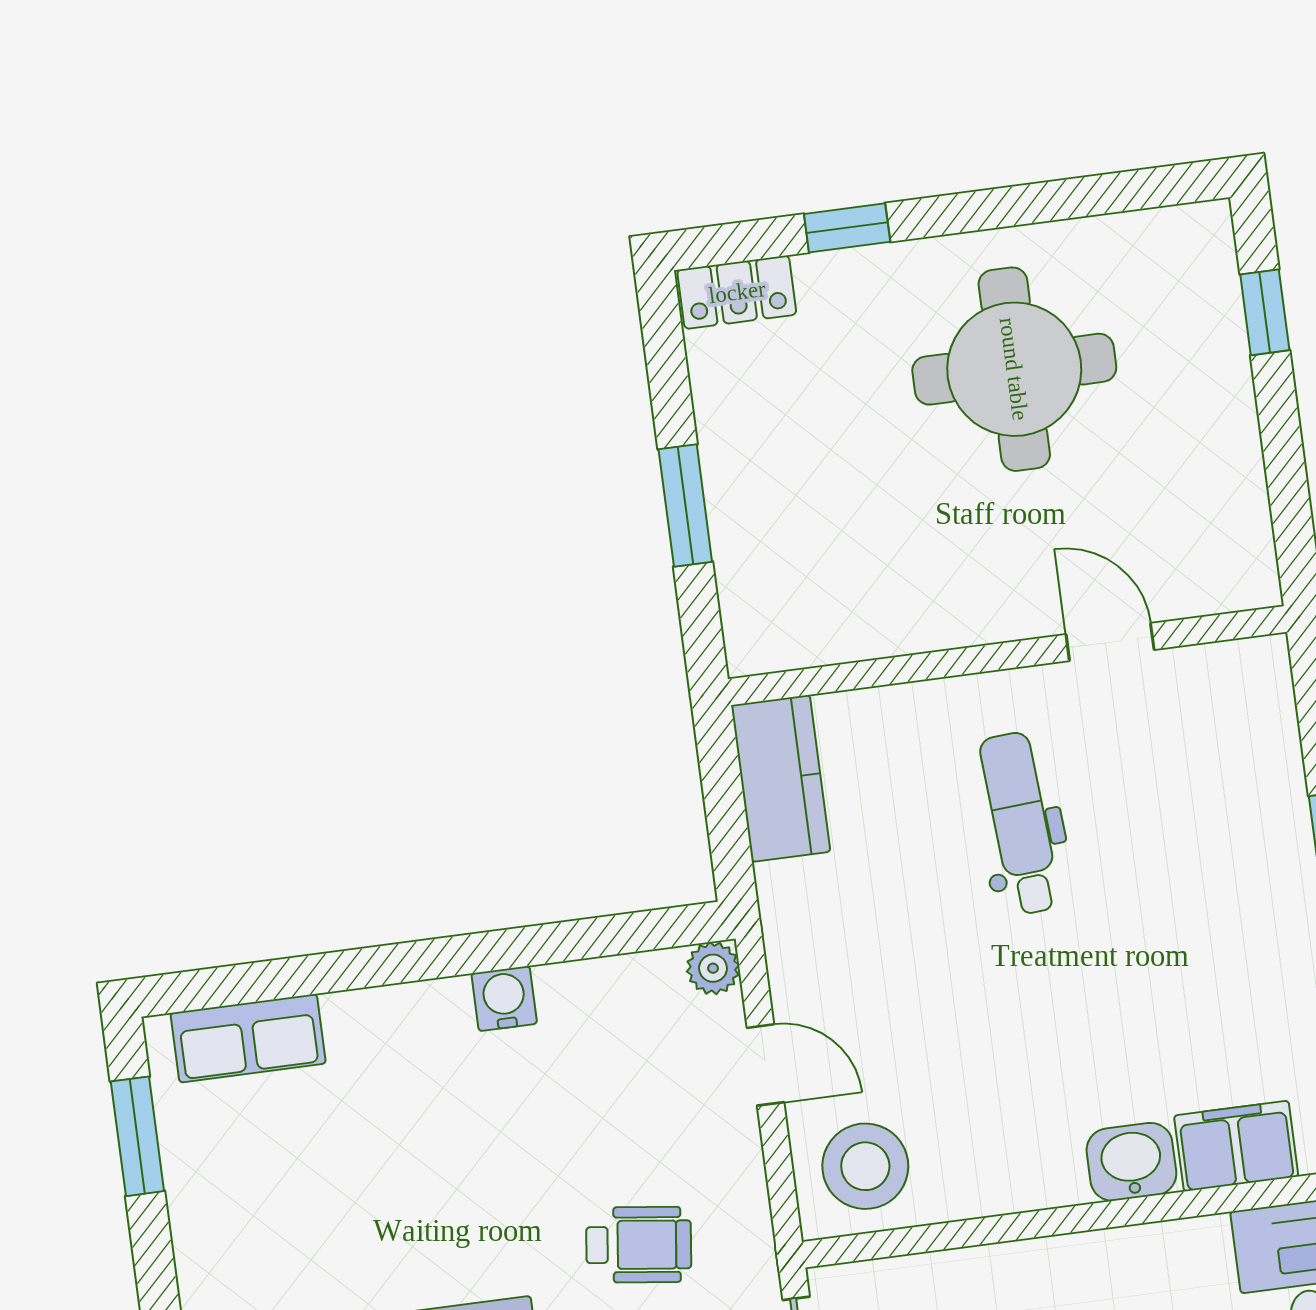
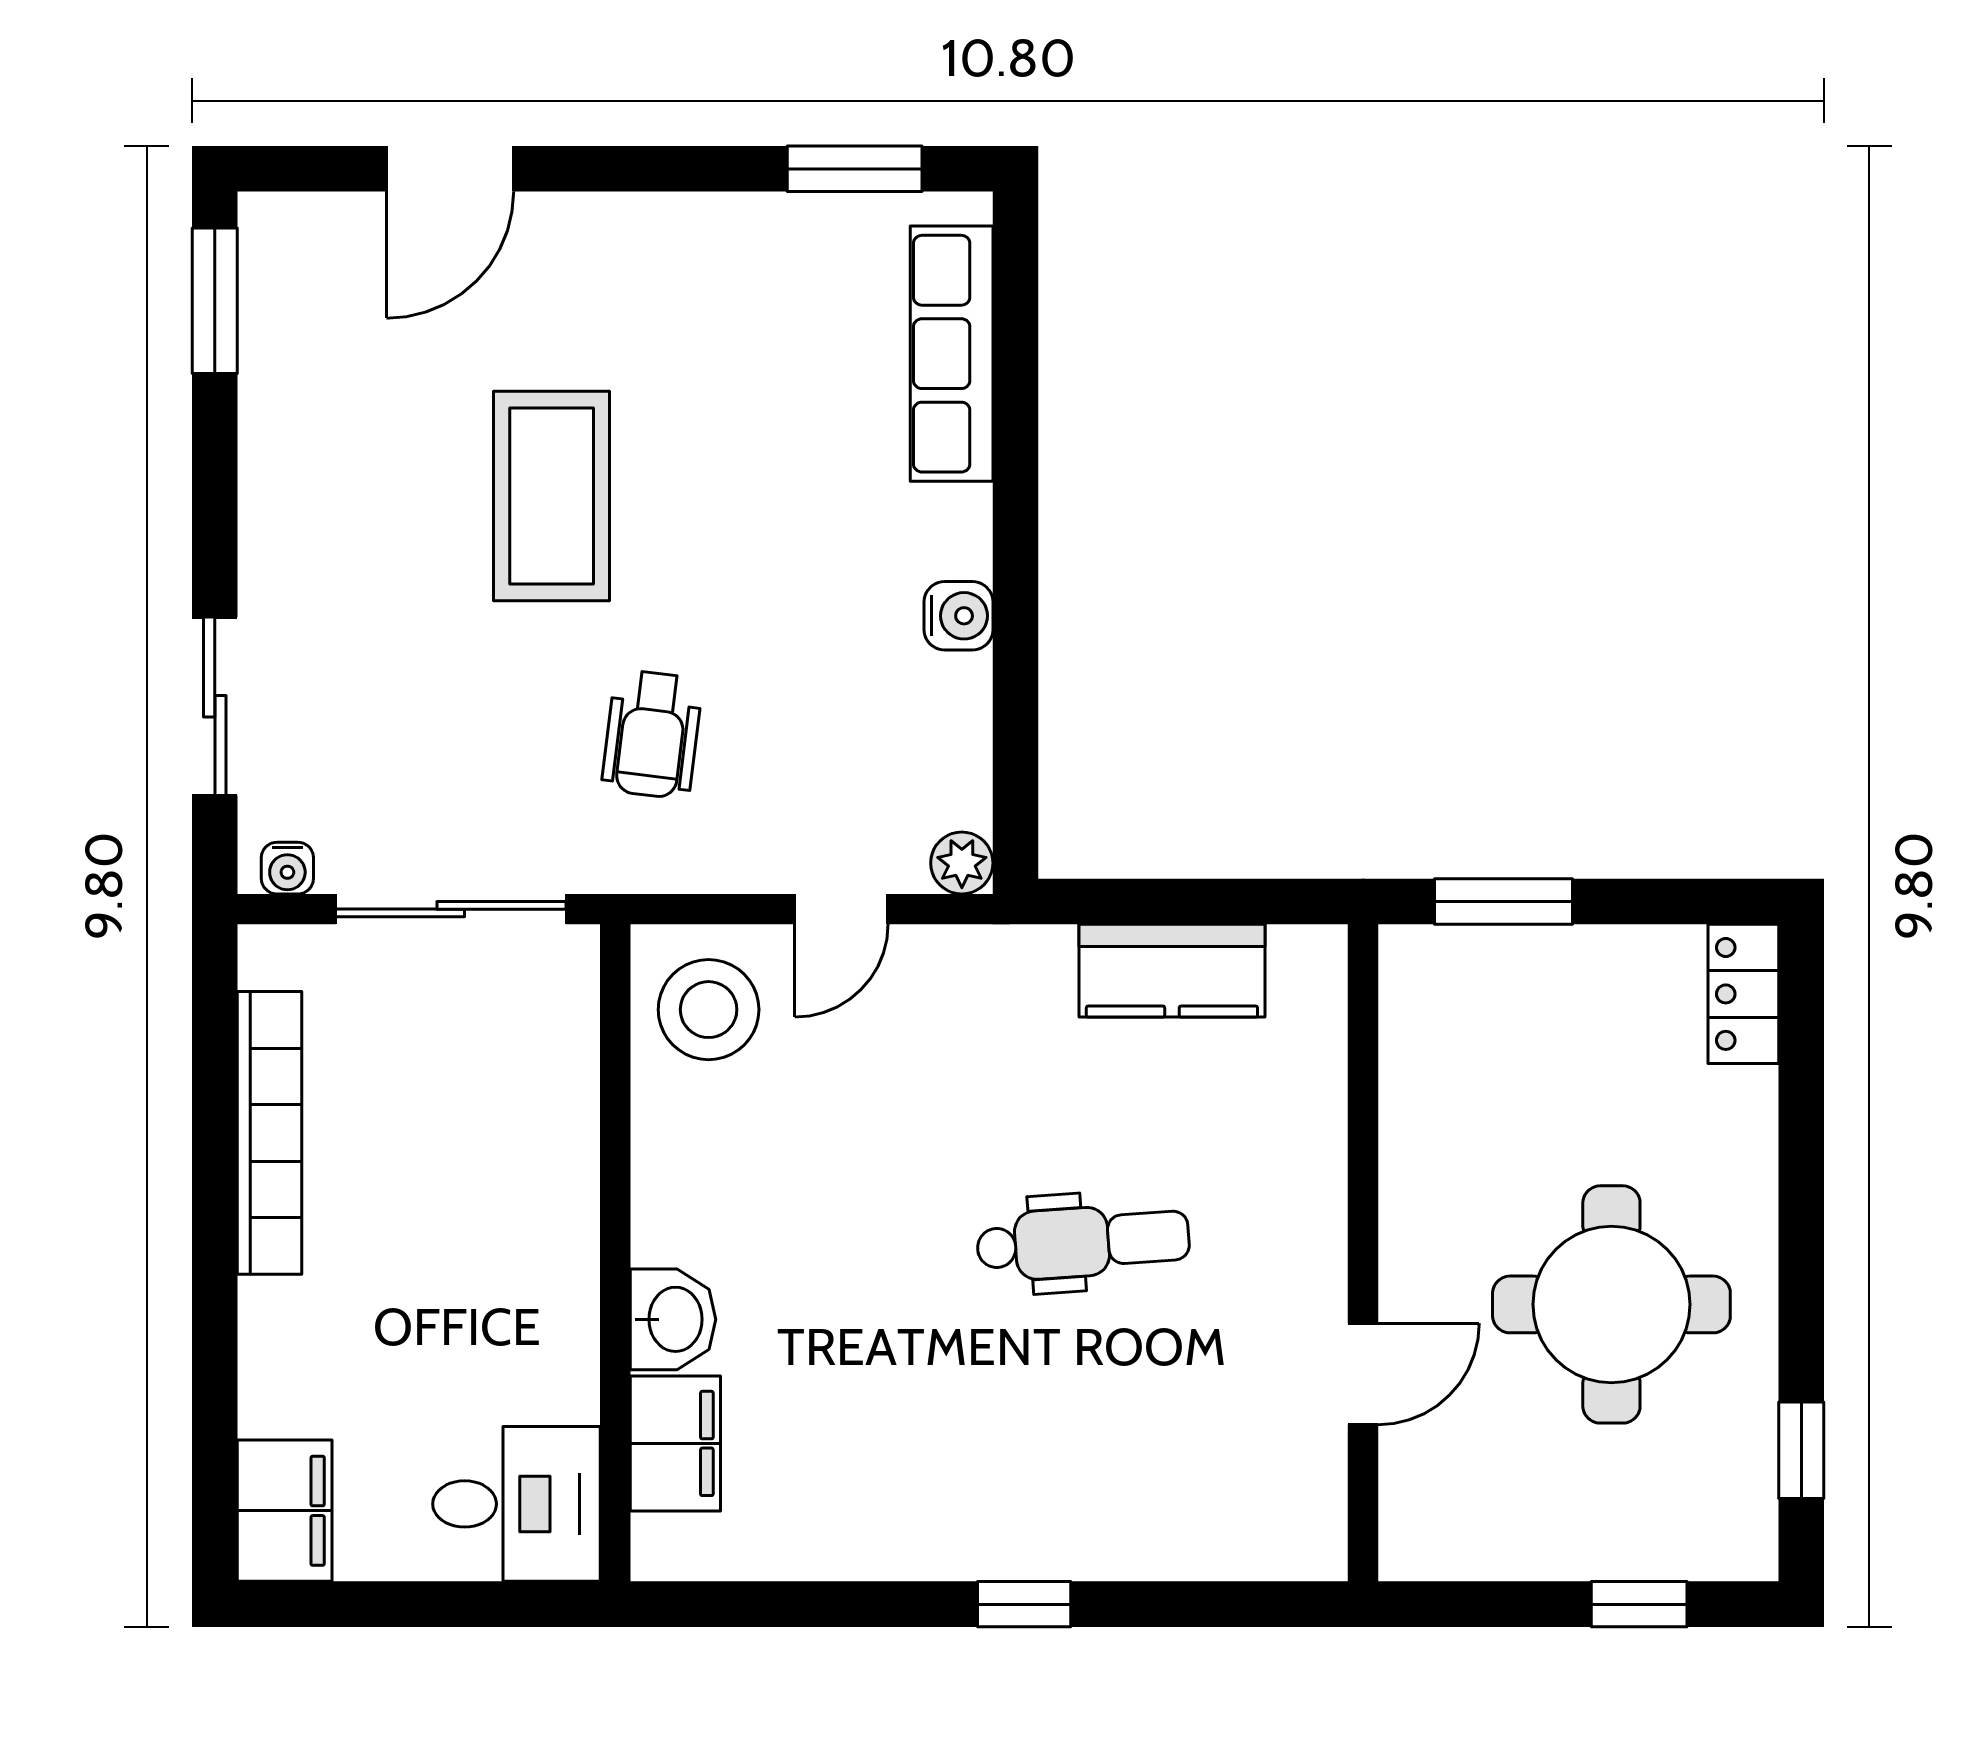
window: (847, 228) -> (1801, 1450), moved
door: (1110, 642) -> (1363, 1374), moved
wall: (1008, 656) -> (1363, 1253), moved
row of seats: (248, 1038) -> (952, 354), width x1.48

